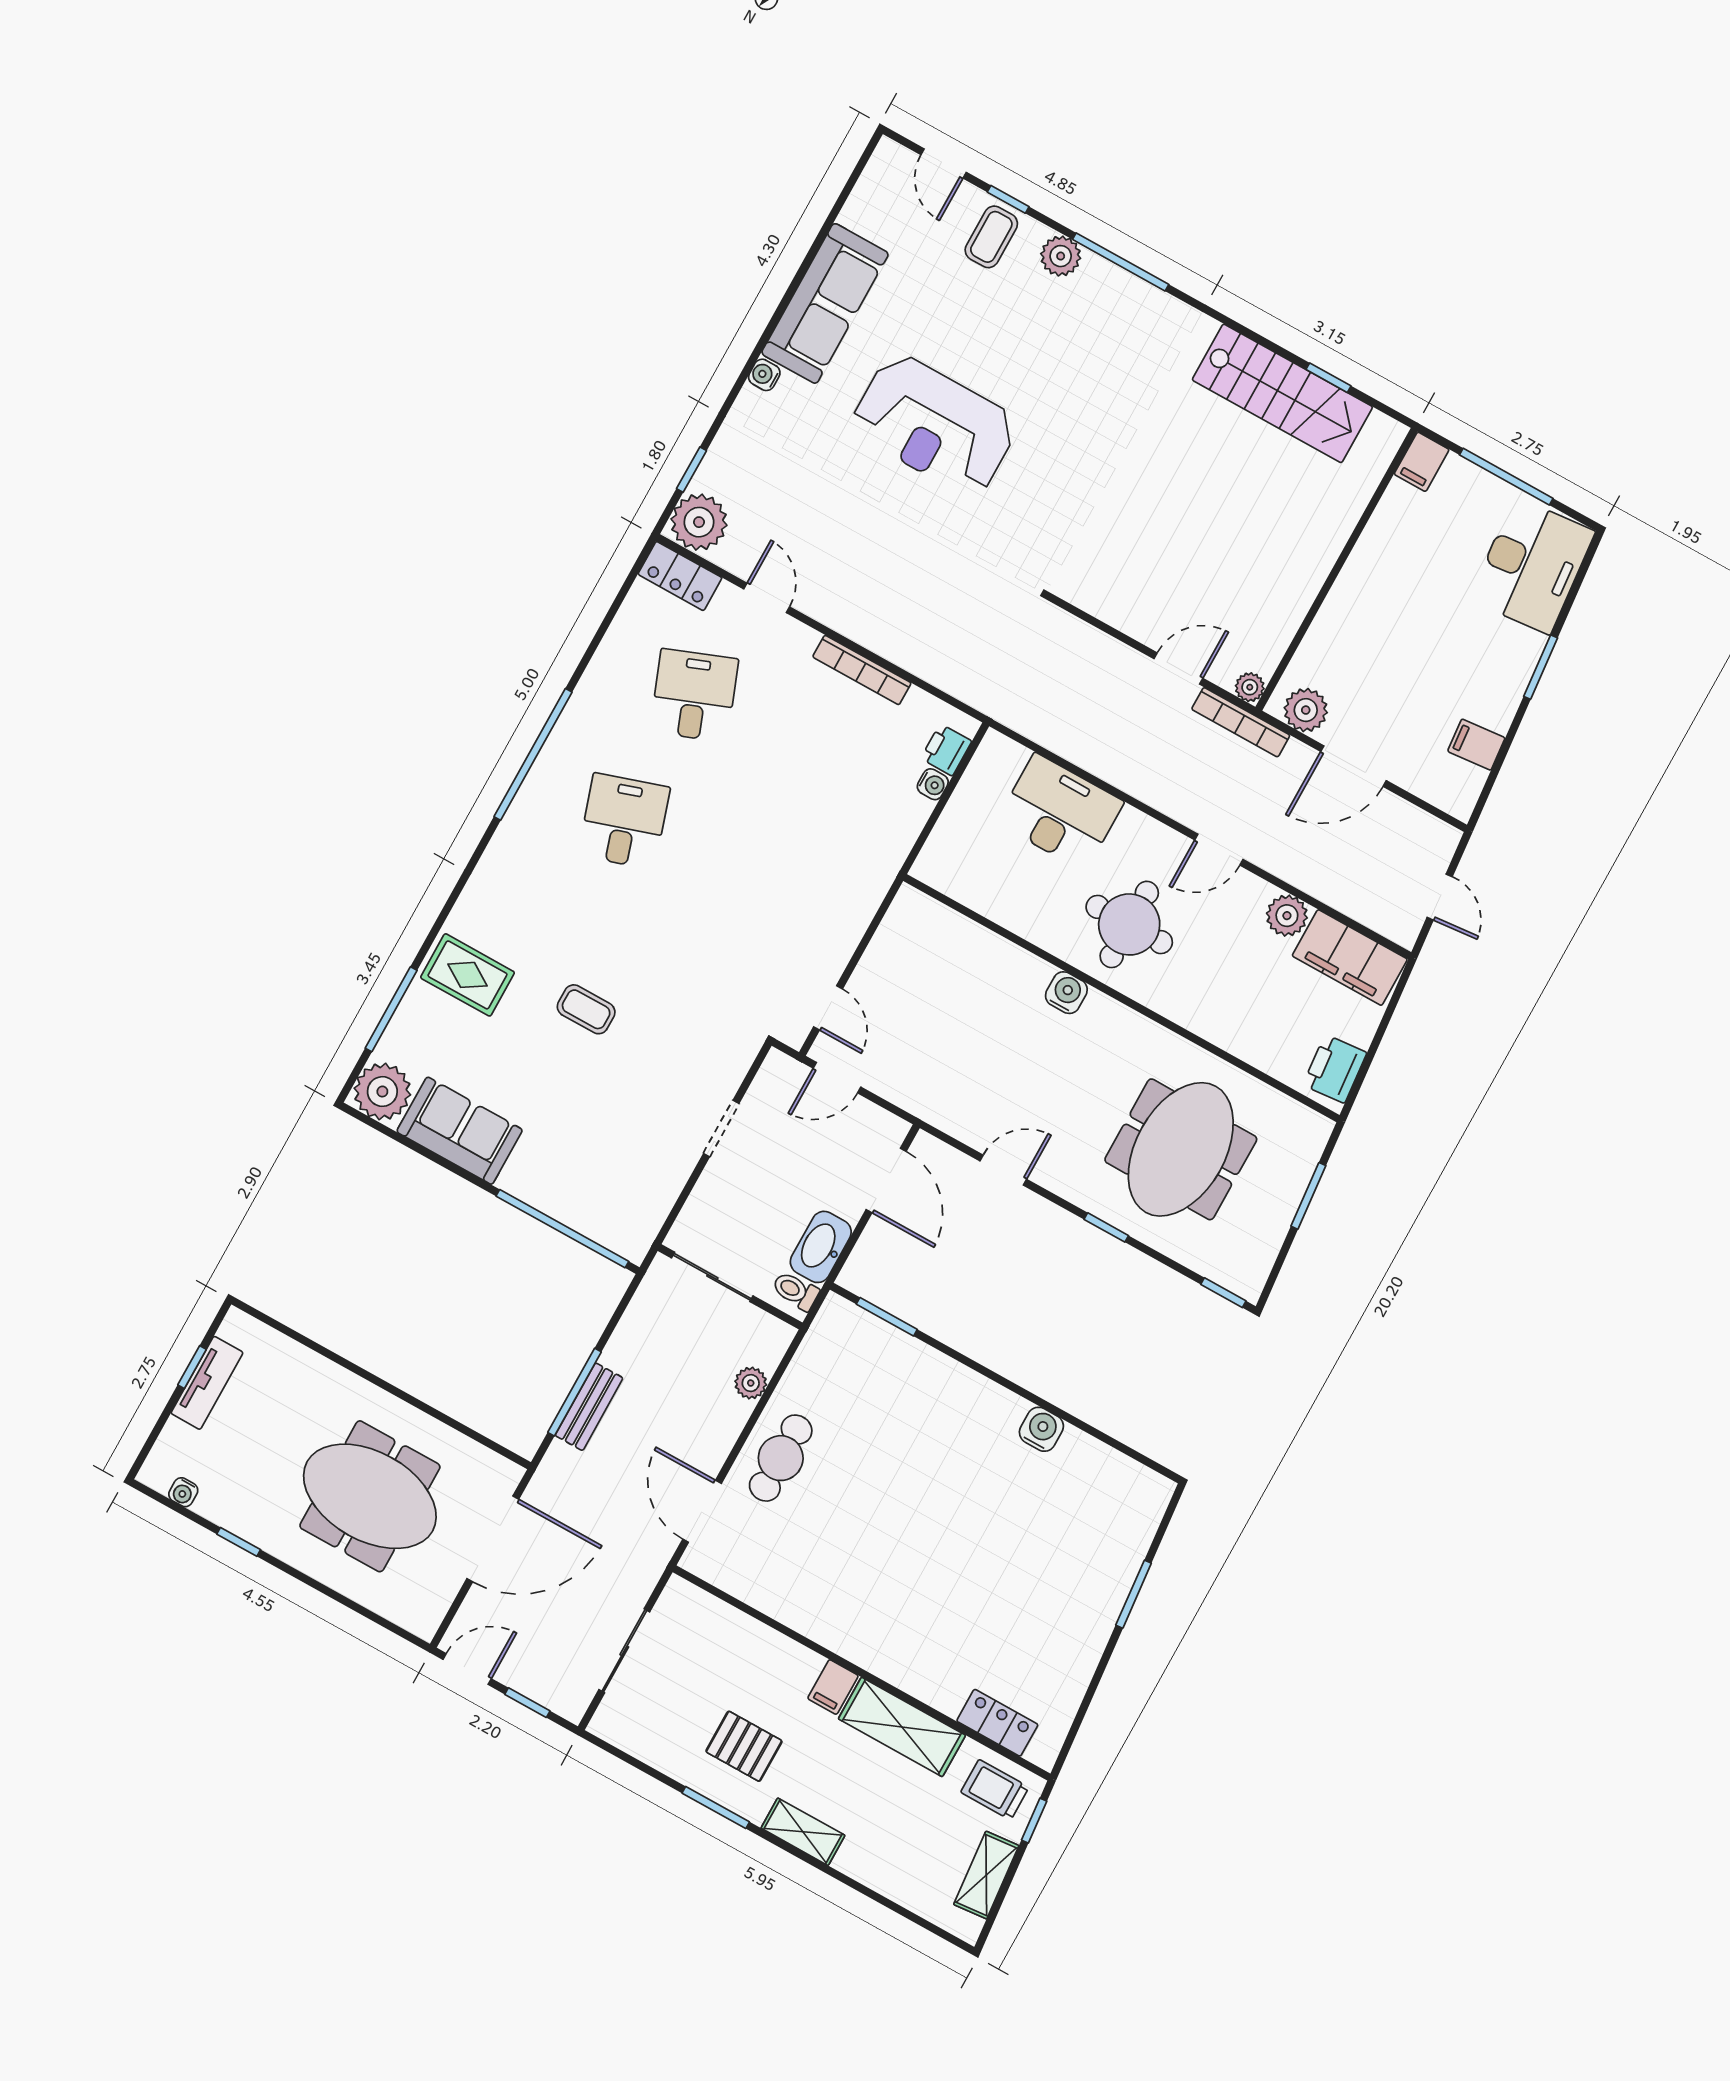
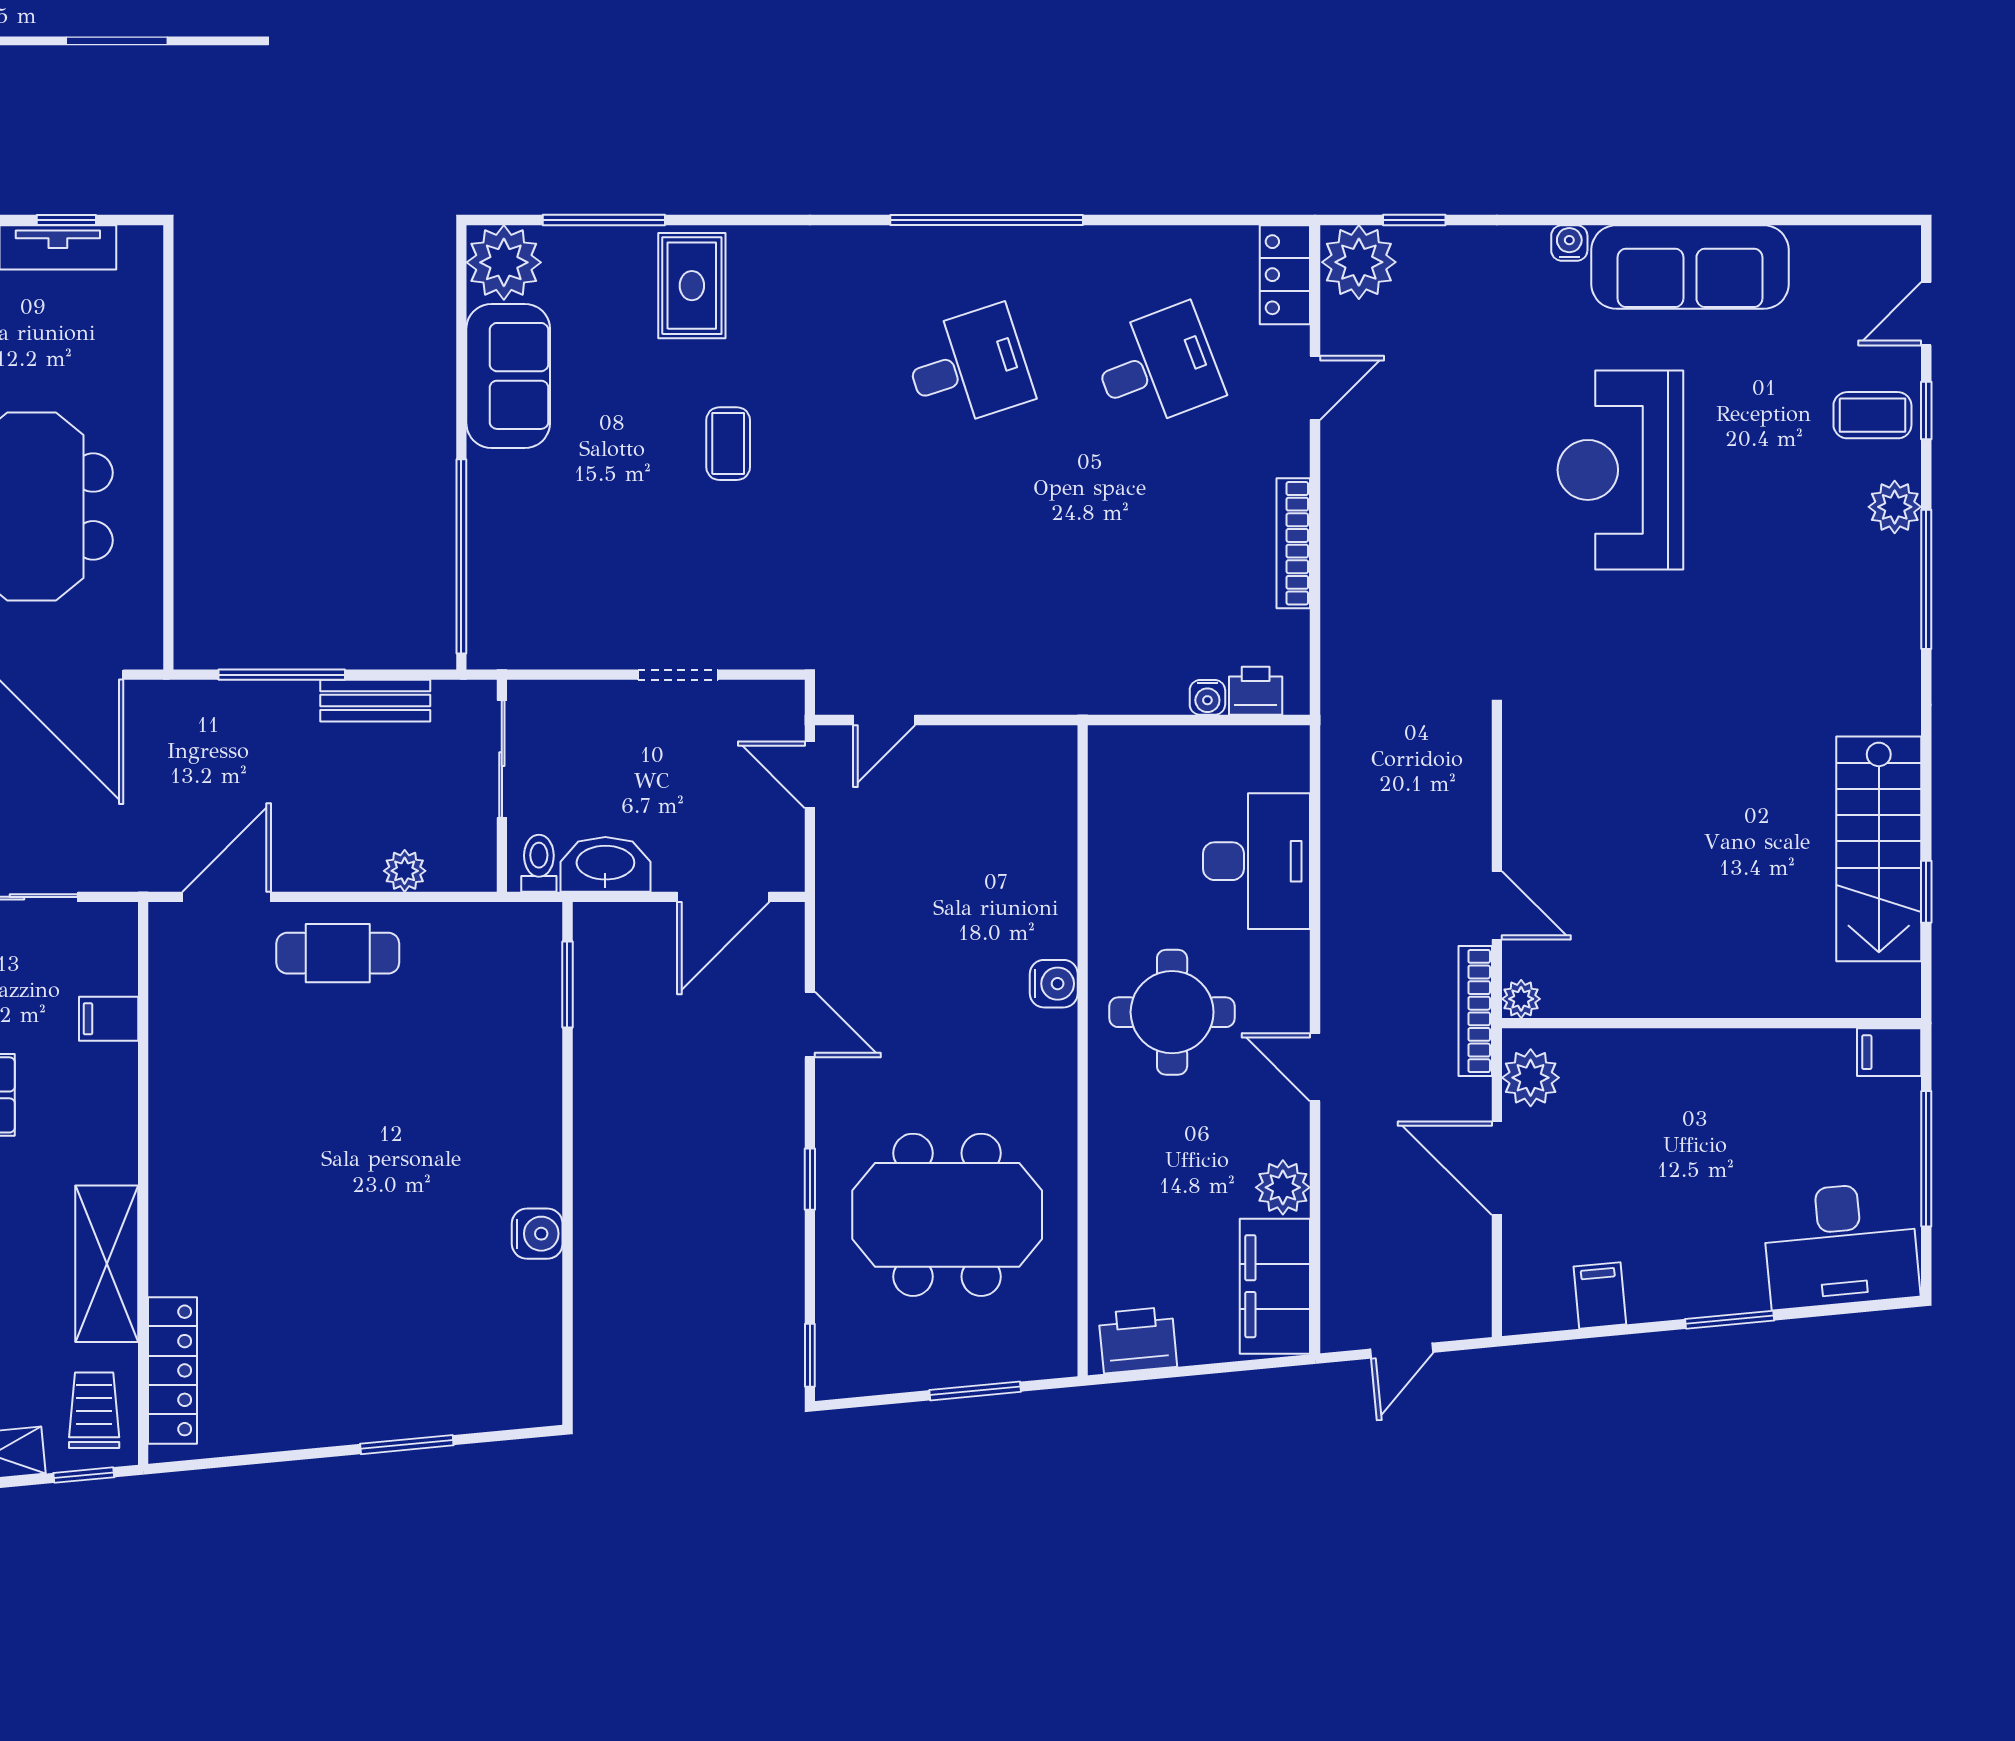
bench: (589, 1407) -> (375, 701), moved
filing cabinet: (833, 1687) -> (109, 1019), moved
locker: (997, 1723) -> (173, 1370), width x1.53

